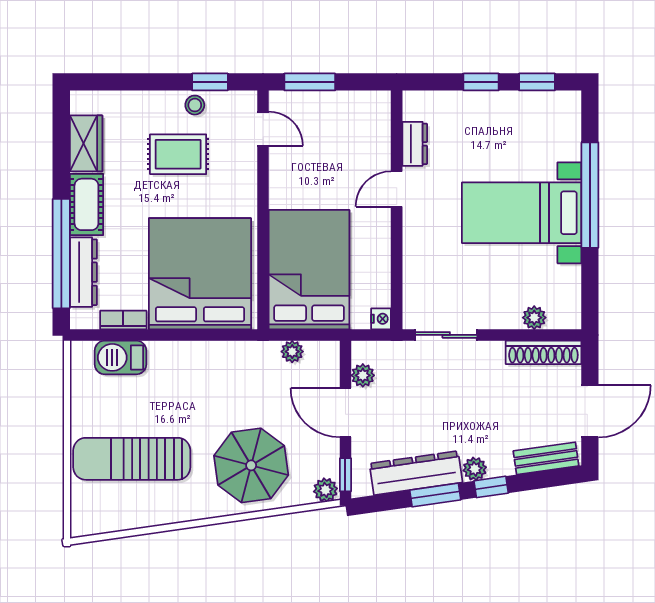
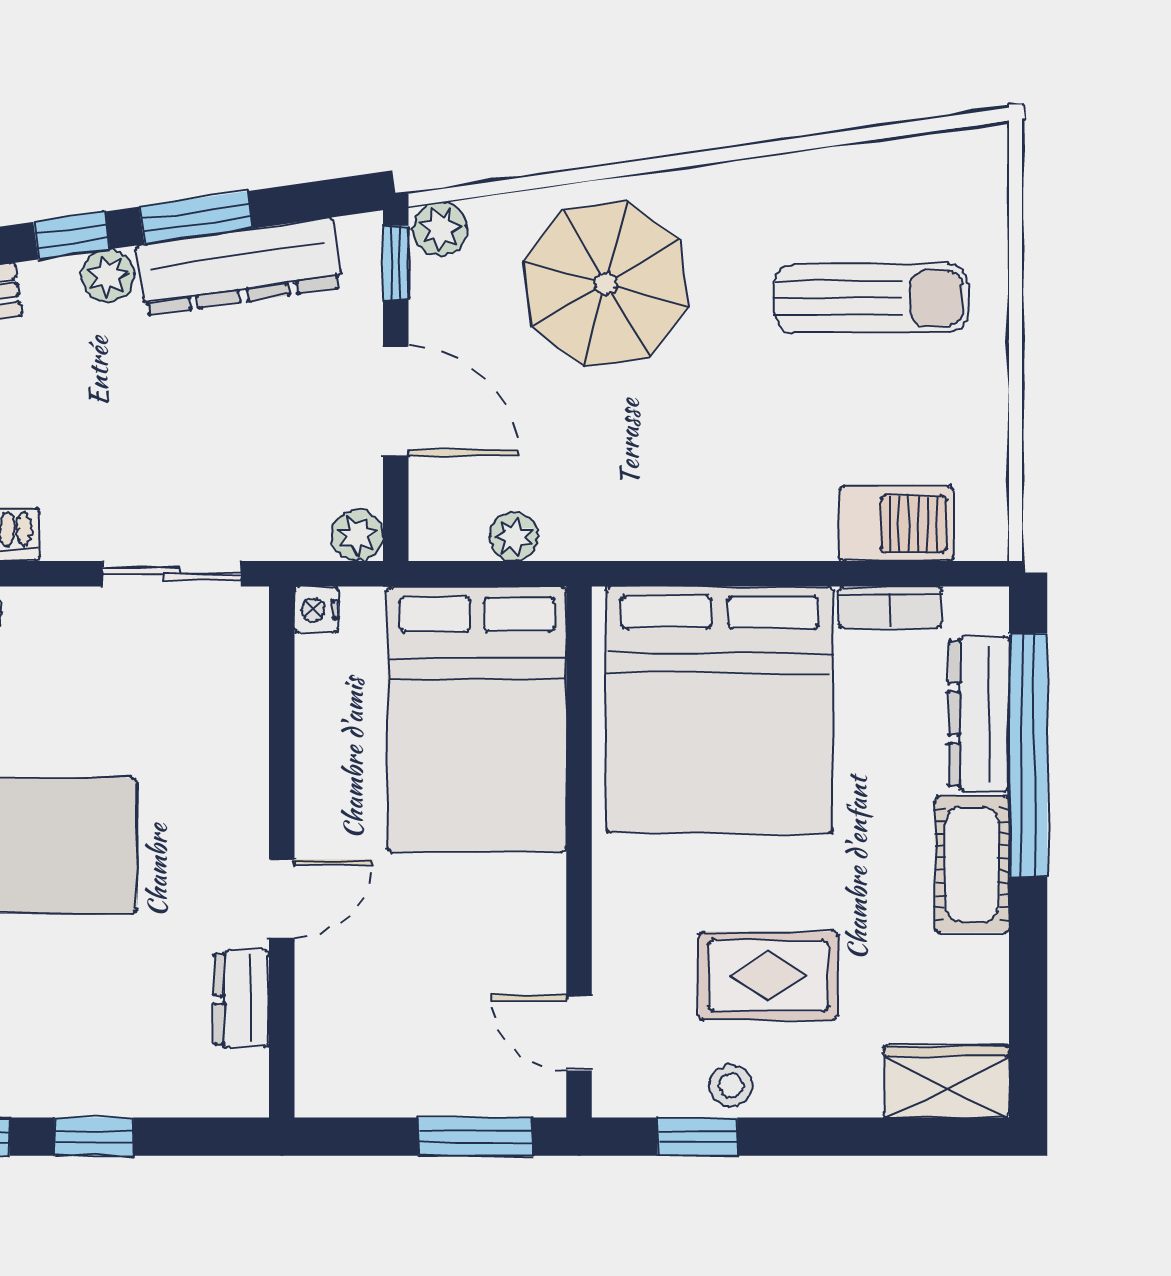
wardrobe: (86, 143) -> (947, 1081), moved, turned 90
plant: (363, 375) -> (357, 535), moved
sun lounger: (132, 459) -> (871, 298), width x0.73, depth x0.75

